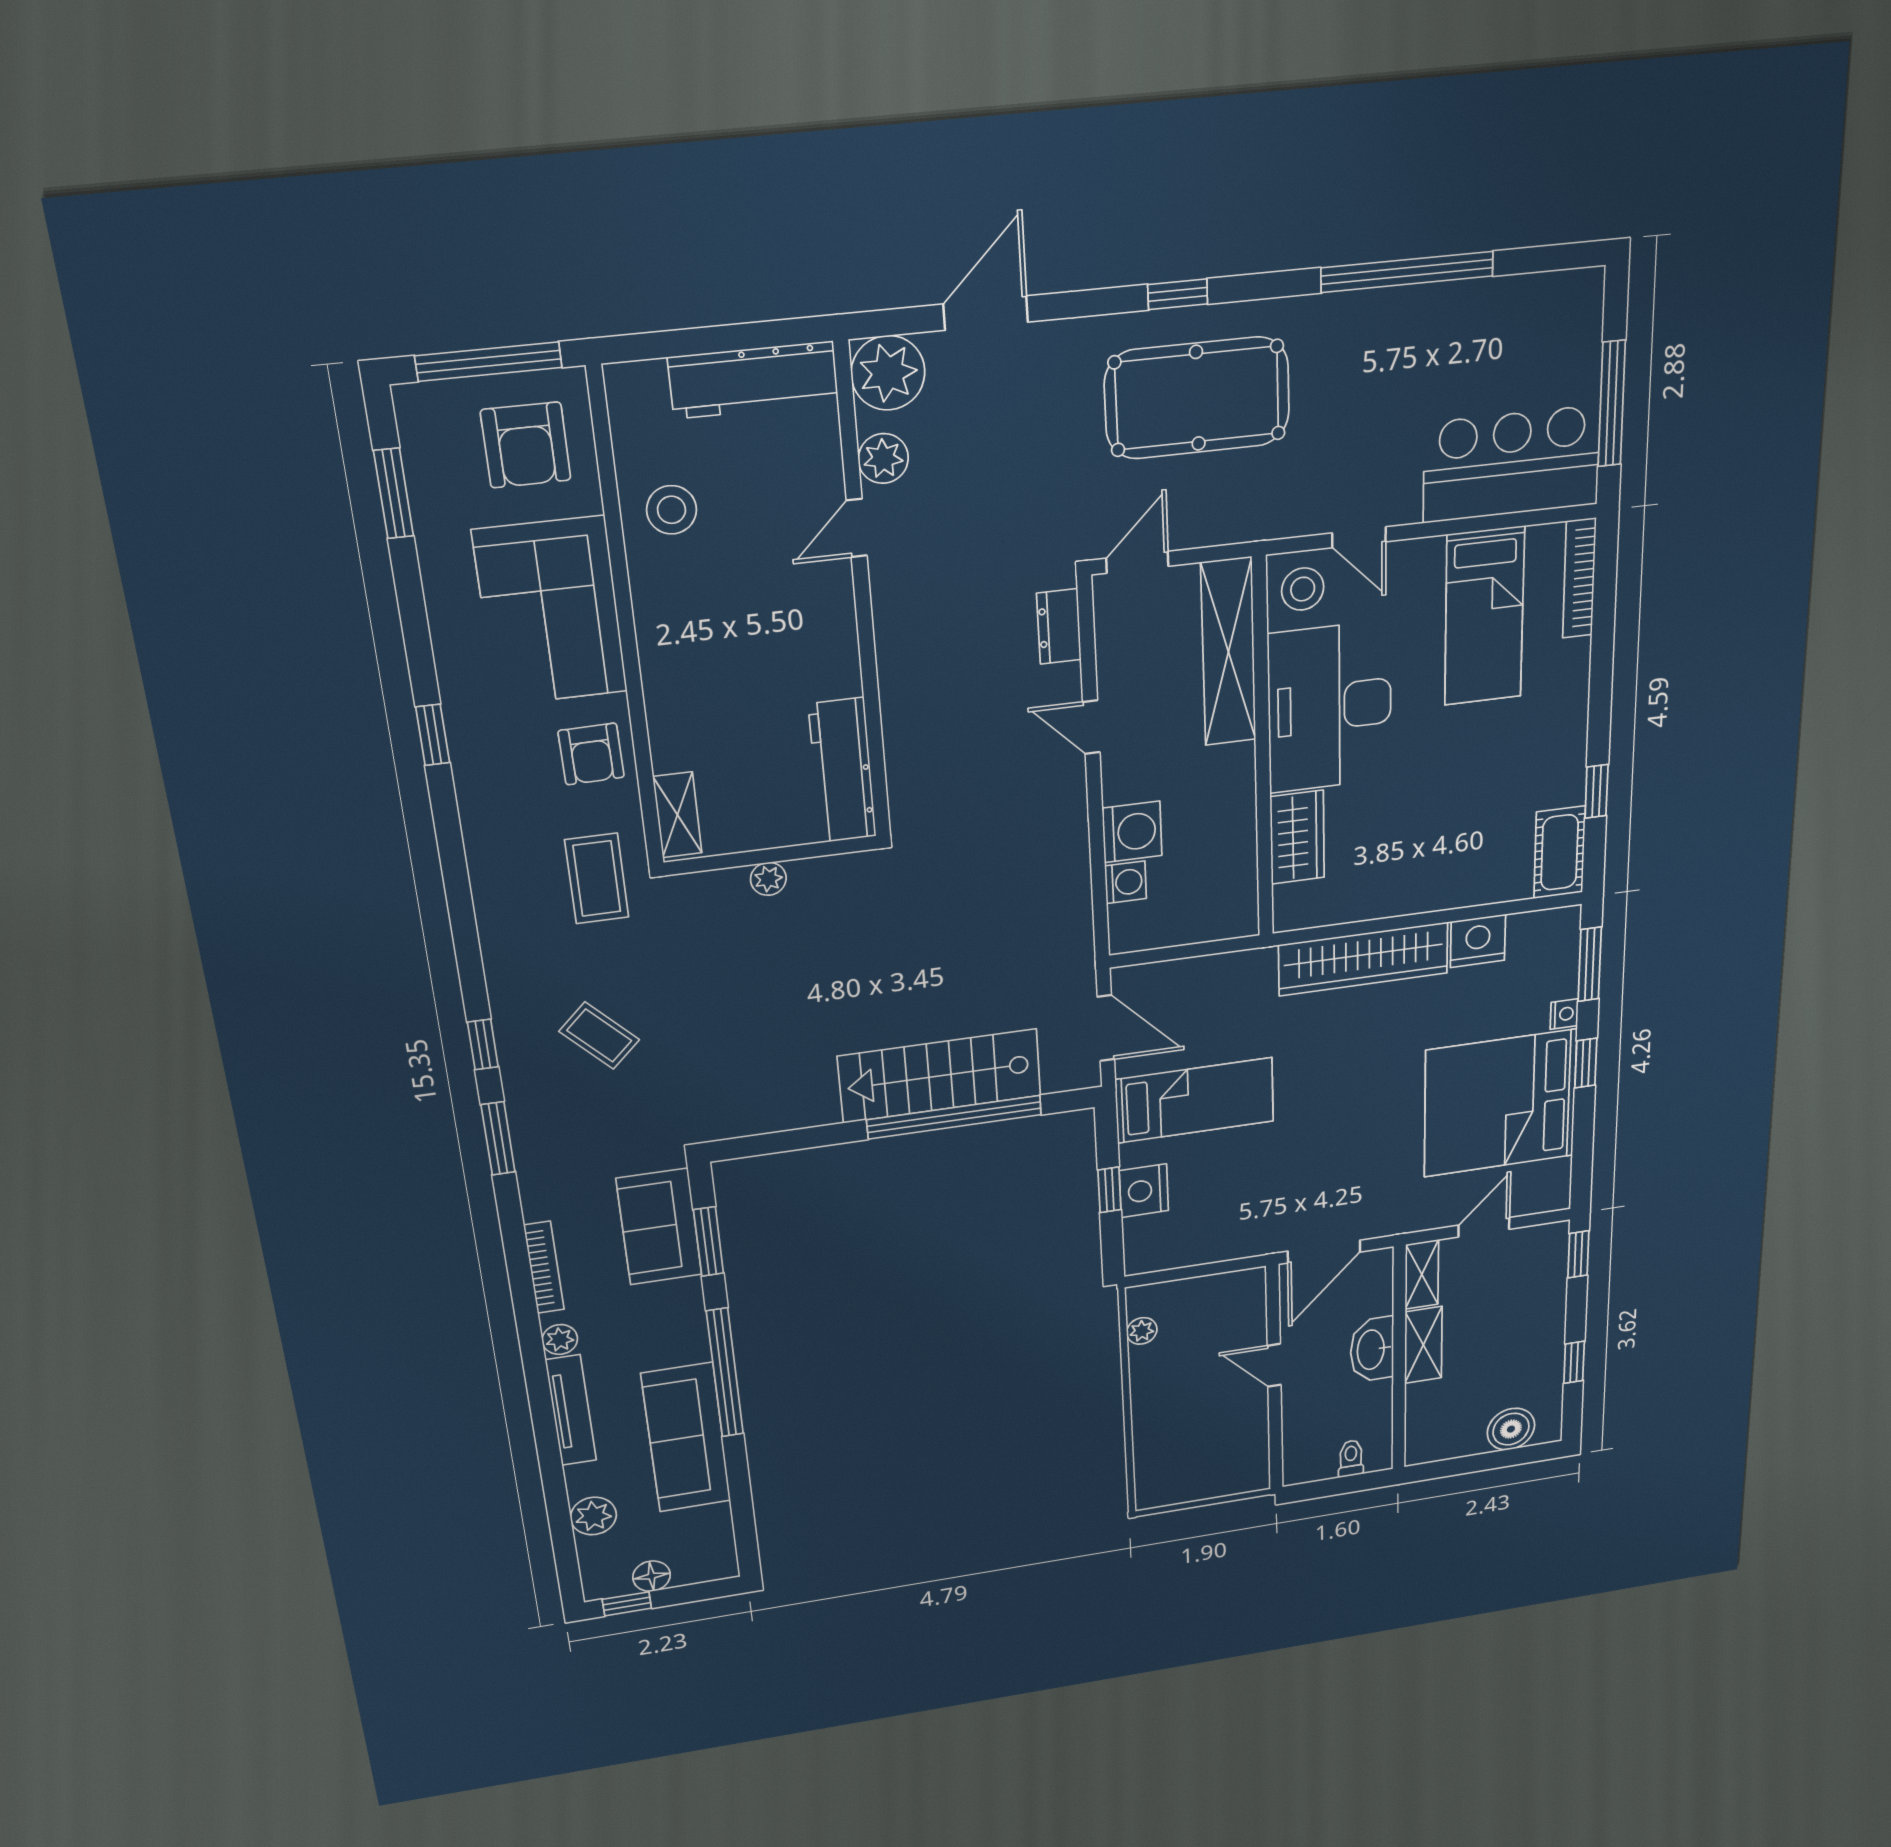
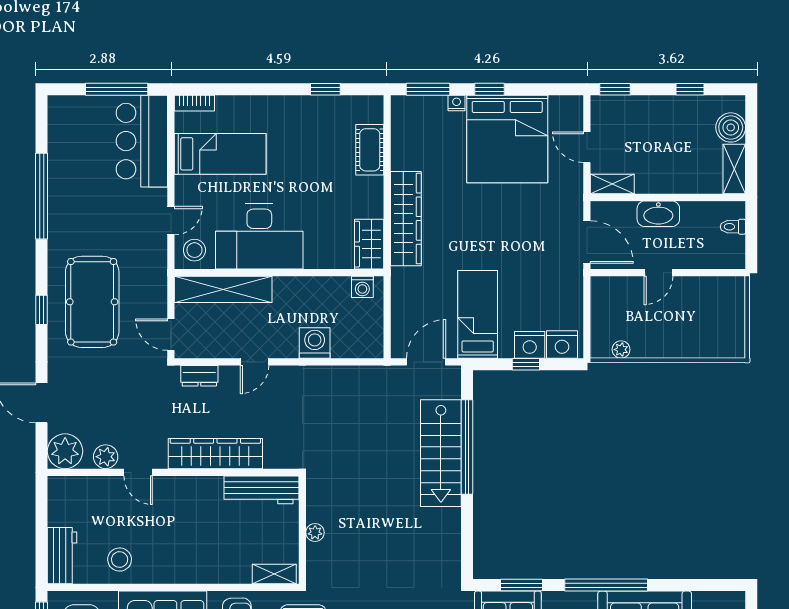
workbench: (753, 380) -> (62, 556), moved, width x0.73
bookcase: (1579, 578) -> (194, 103), width x0.64
wardrobe: (907, 675) -> (215, 454), added
wardrobe: (1297, 837) -> (369, 244), moved, turned -90
cot: (1560, 852) -> (370, 150), moved, turned 90
washing machine: (1126, 882) -> (362, 287), moved, turned 180
nightstand: (1478, 941) -> (562, 344), moved, turned -90
shelving: (1423, 1345) -> (734, 169), moved, turned 90

